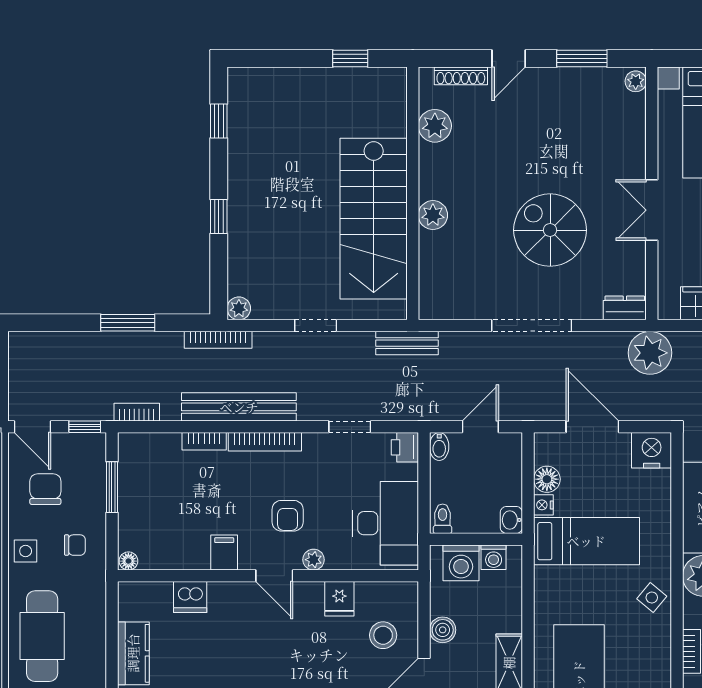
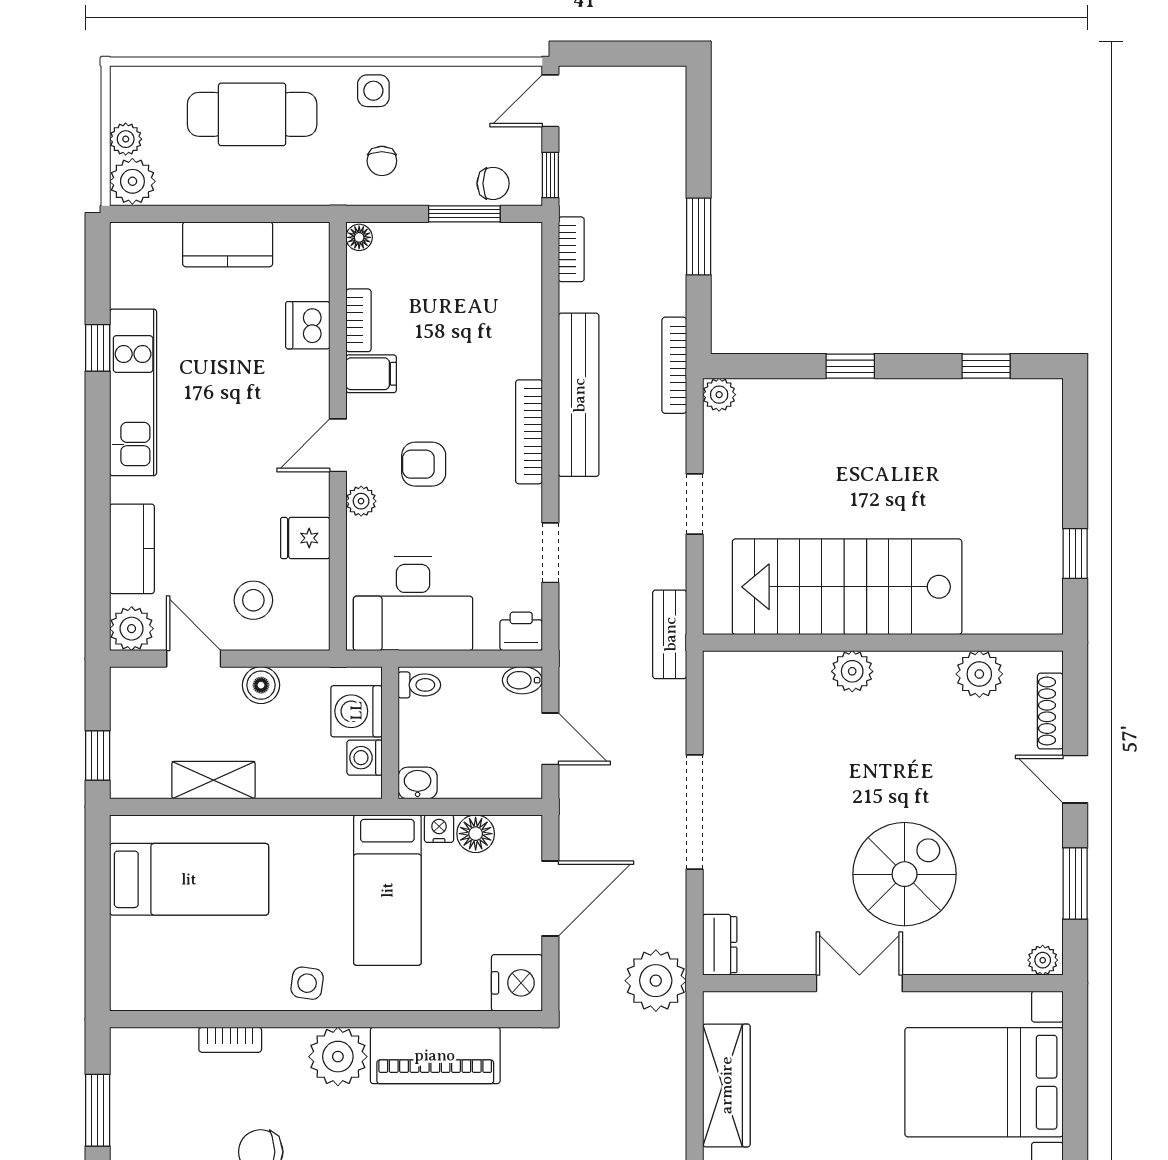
spiral stairs: (550, 230) -> (905, 874), moved
bookcase: (204, 441) -> (359, 320), moved, turned 180
chair: (45, 489) -> (493, 183), moved, width x0.73, depth x0.73
side table: (652, 598) -> (307, 983), turned -32

